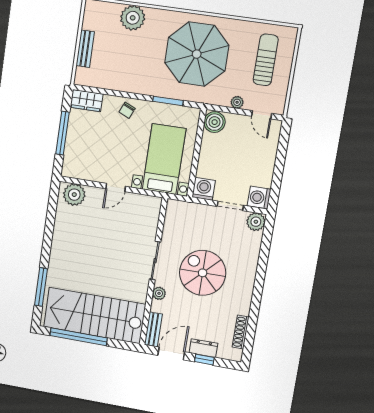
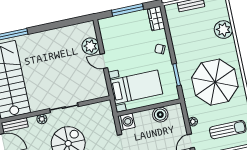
boiler: (215, 122) -> (160, 115), moved
plant: (74, 195) -> (91, 46), moved

